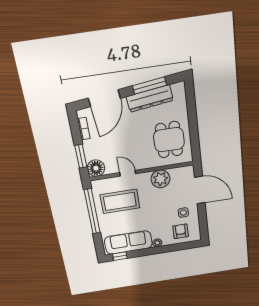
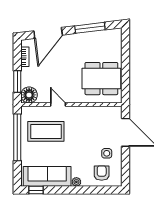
dresser: (150, 98) -> (89, 39), removed
dining table: (169, 140) -> (101, 79), width x1.38
plant: (161, 179) -> (89, 115), removed

